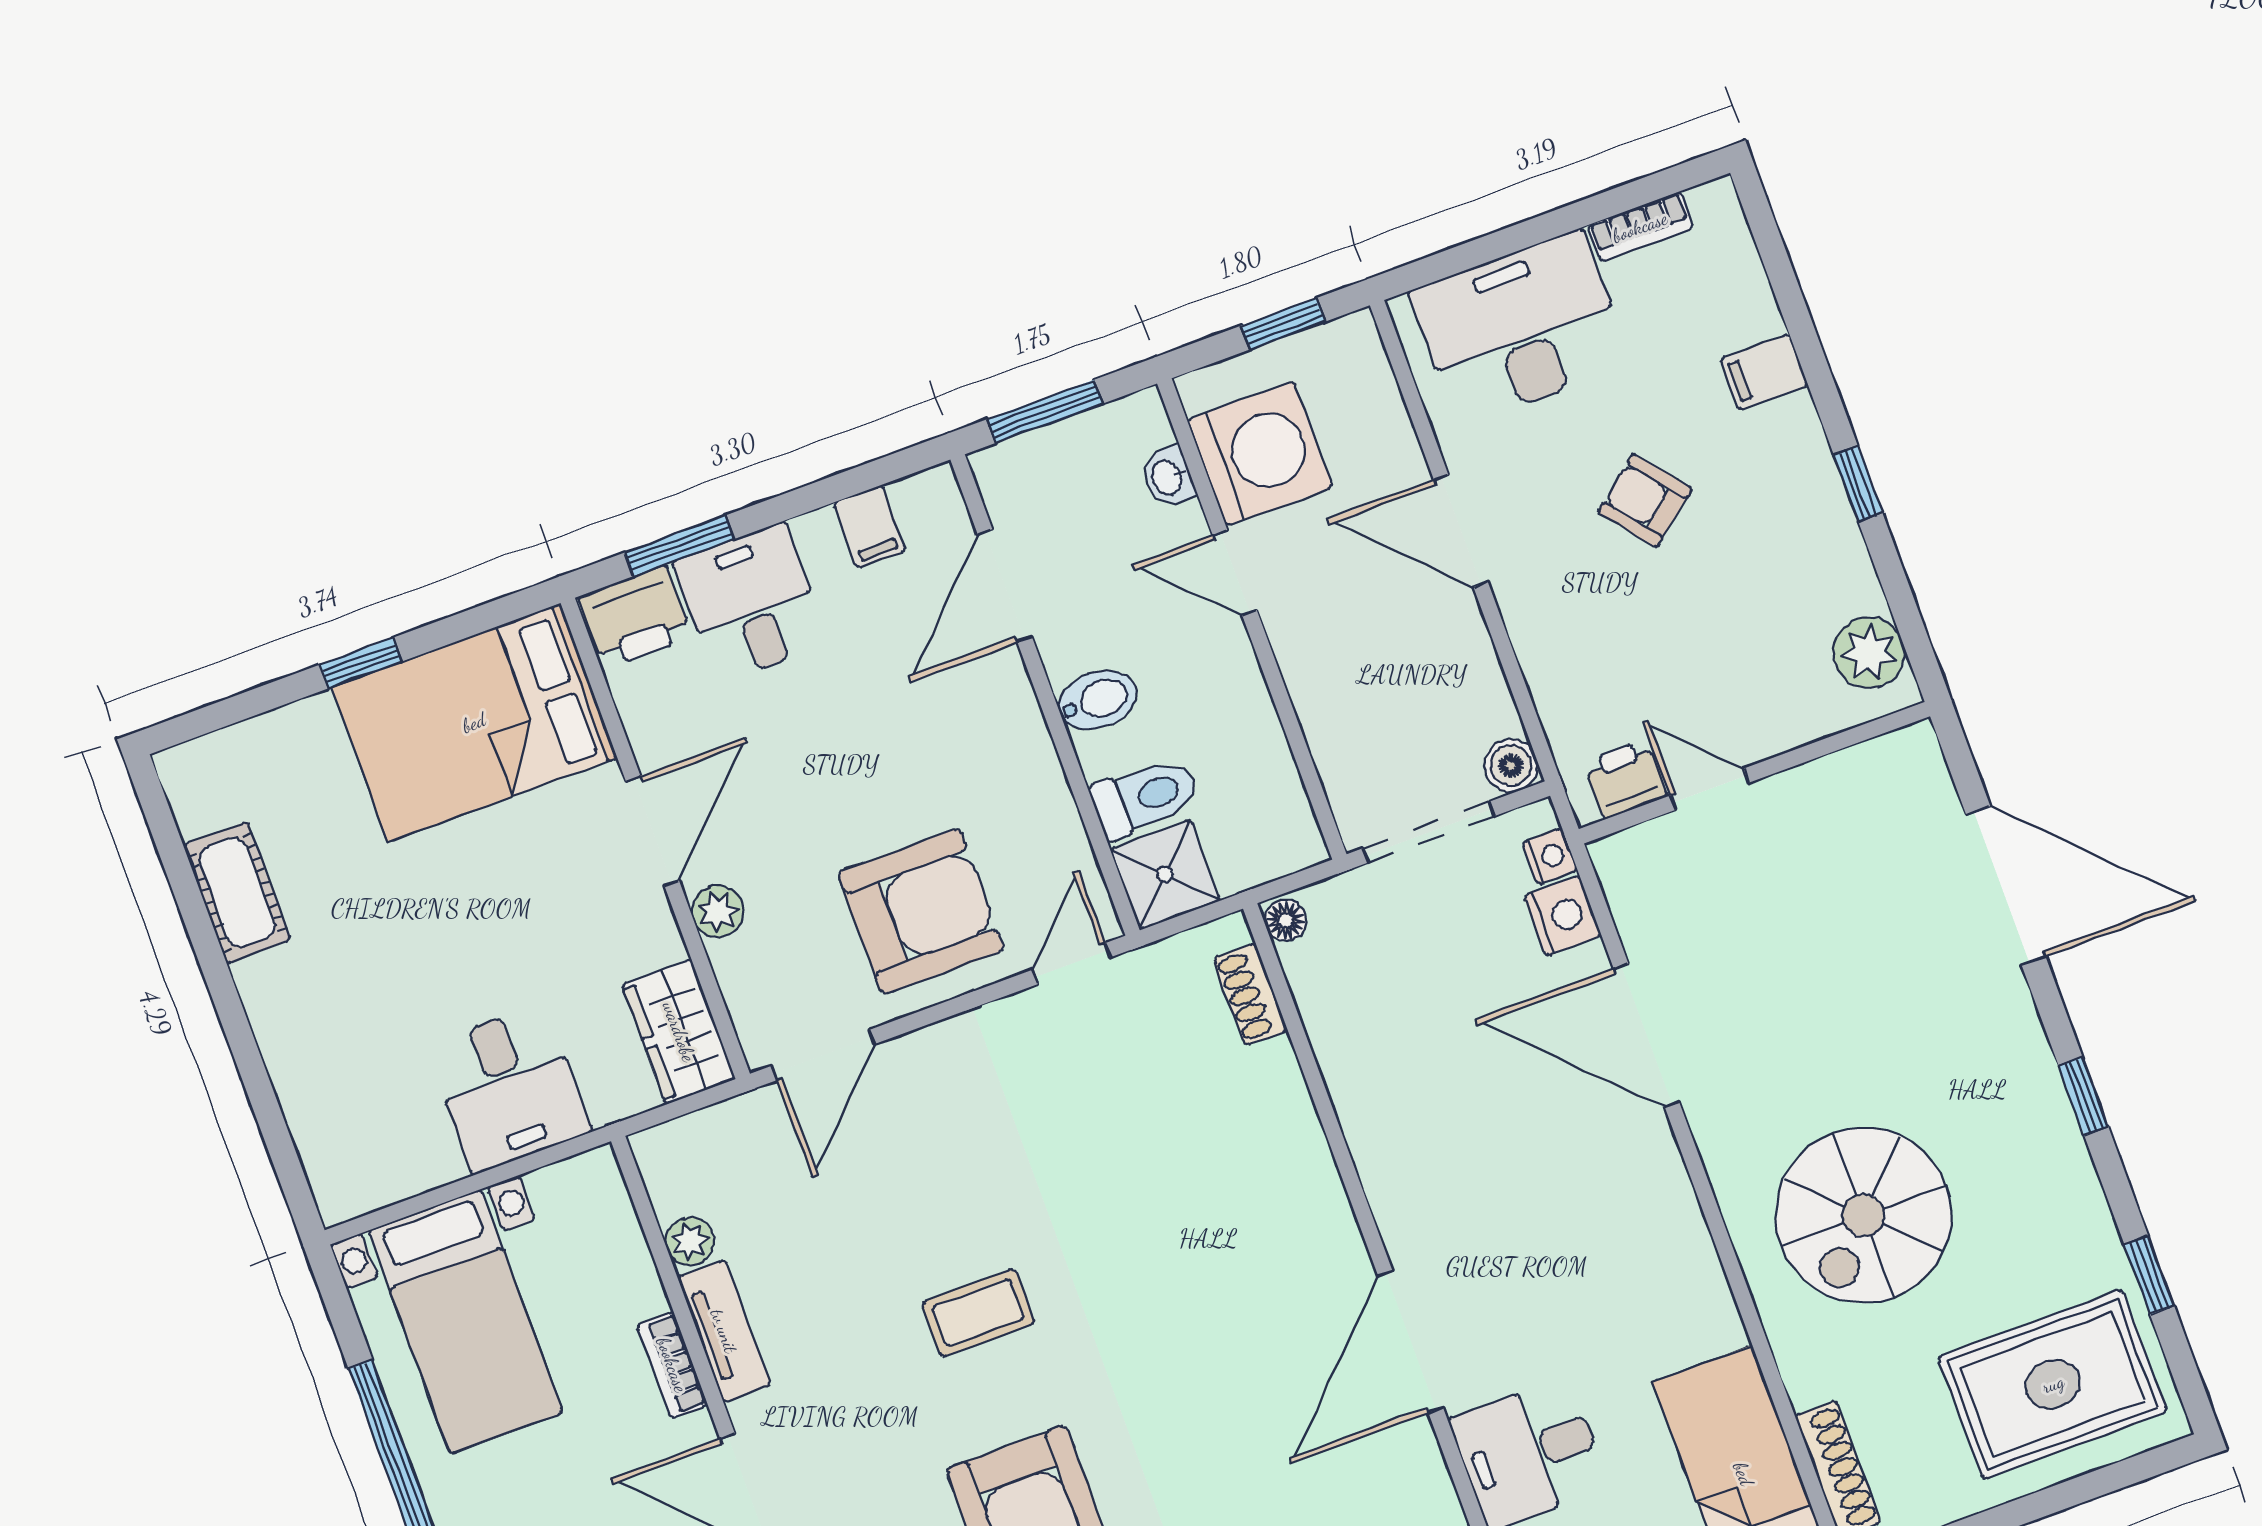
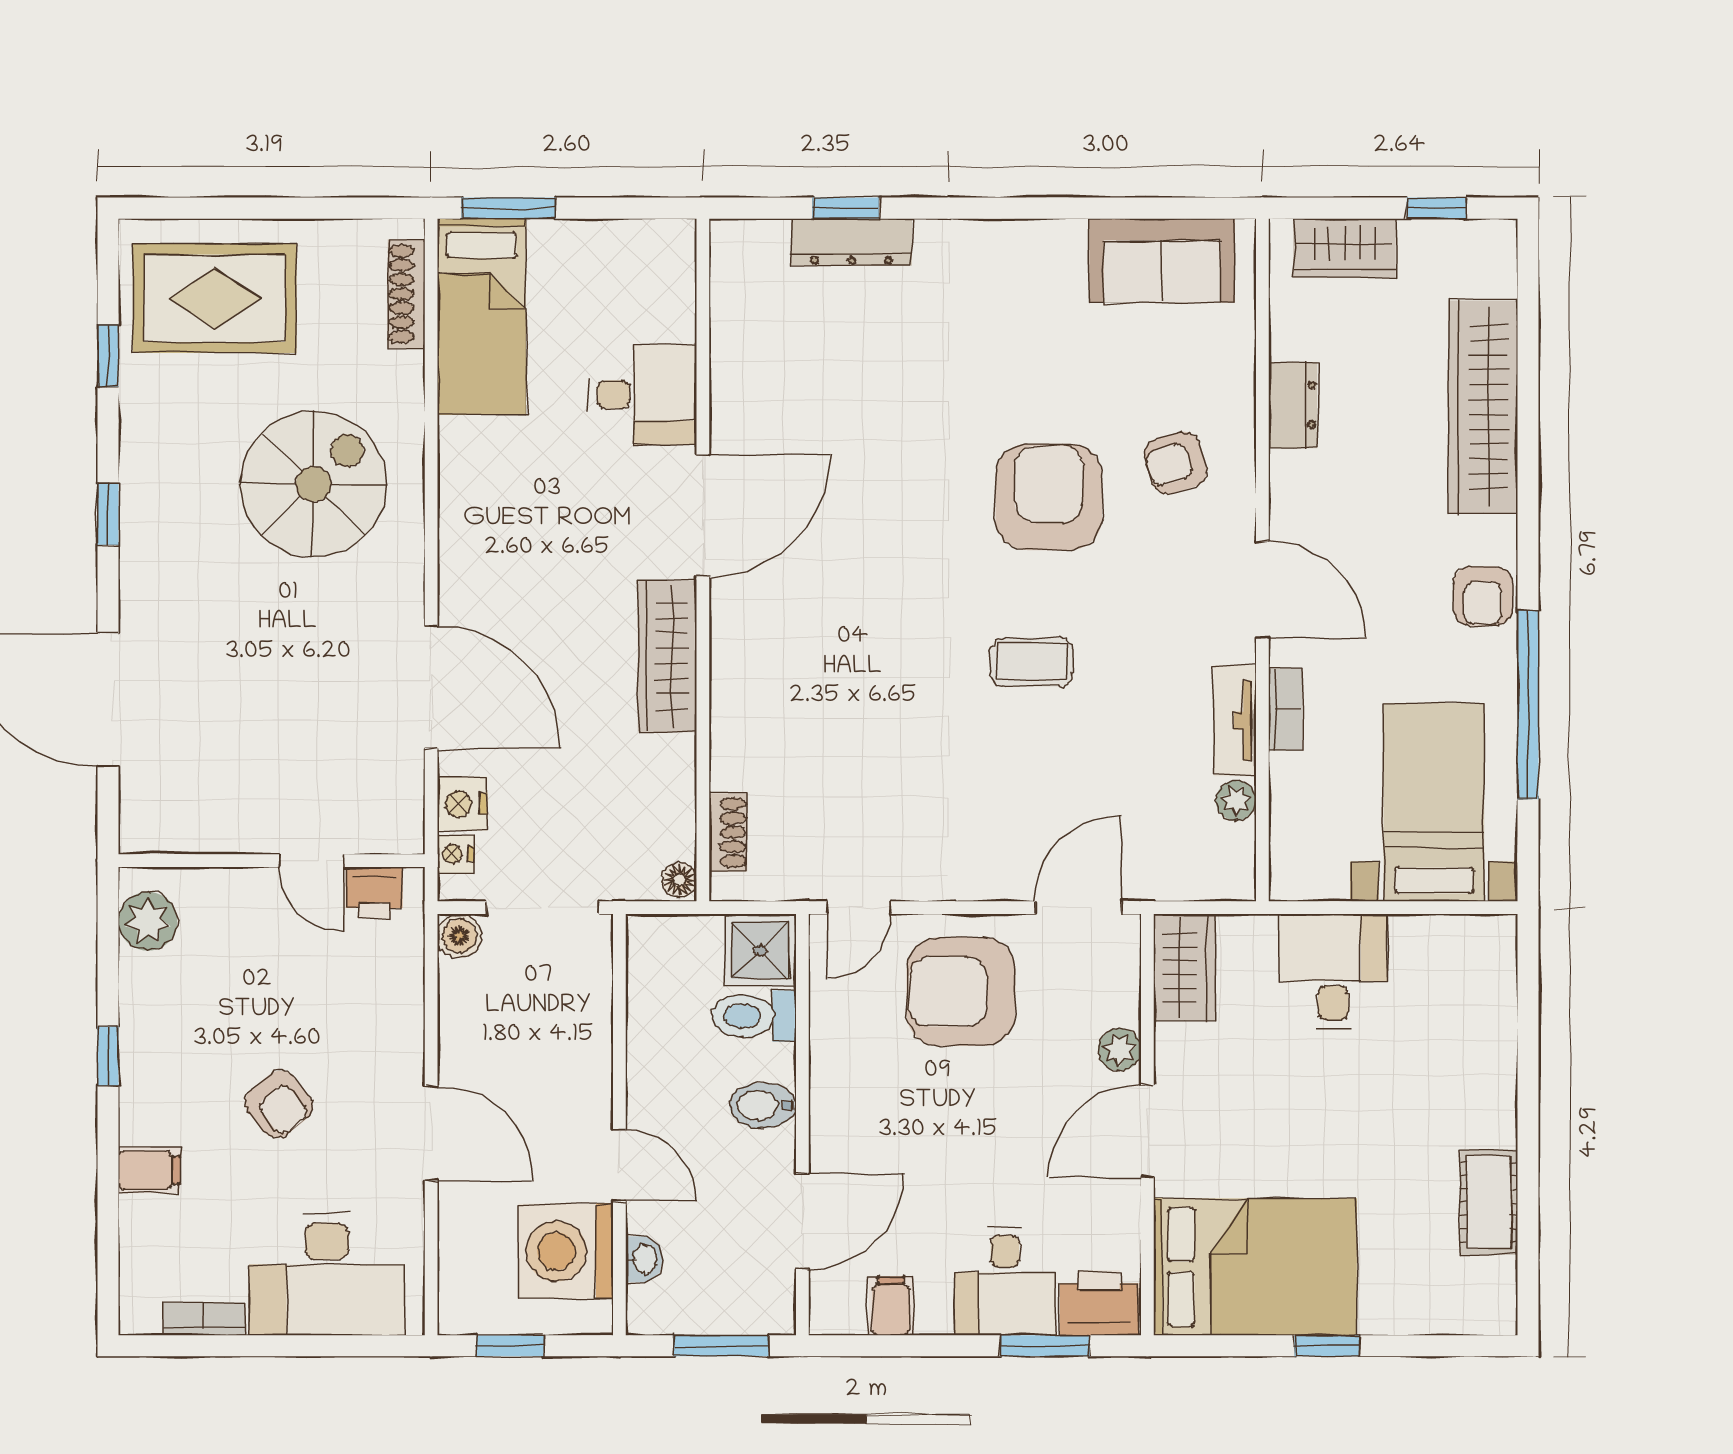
wardrobe: (1392, 1168) -> (667, 656), added

